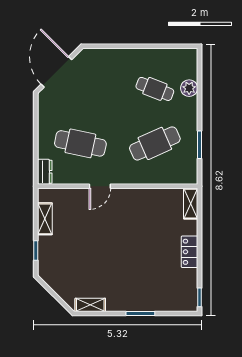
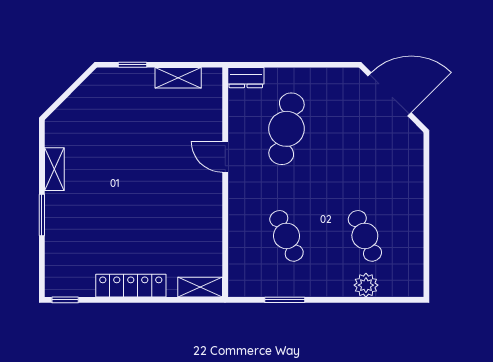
cafe table: (155, 89) -> (365, 236), turned -45
cafe table: (155, 143) -> (286, 236), width x0.73, depth x0.74
locker: (189, 252) -> (131, 286), width x1.53
shelving: (90, 305) -> (54, 169), moved

